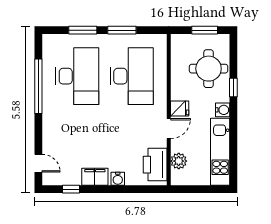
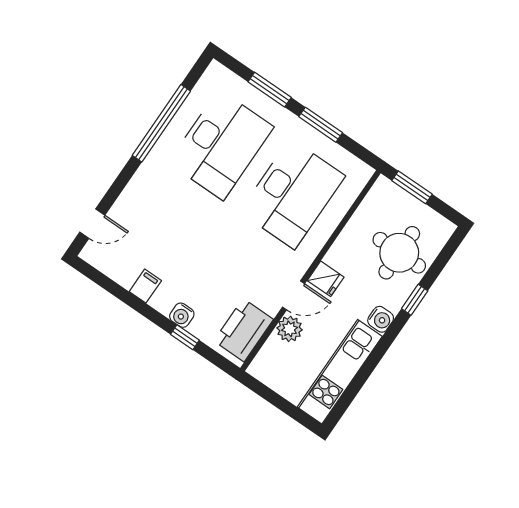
window: (205, 30) -> (412, 187), moved
plant: (179, 161) -> (290, 329), moved
door: (38, 163) -> (92, 224), hinge flipped
filing cabinet: (95, 177) -> (145, 286), width x0.50
window: (71, 189) -> (185, 337), moved

